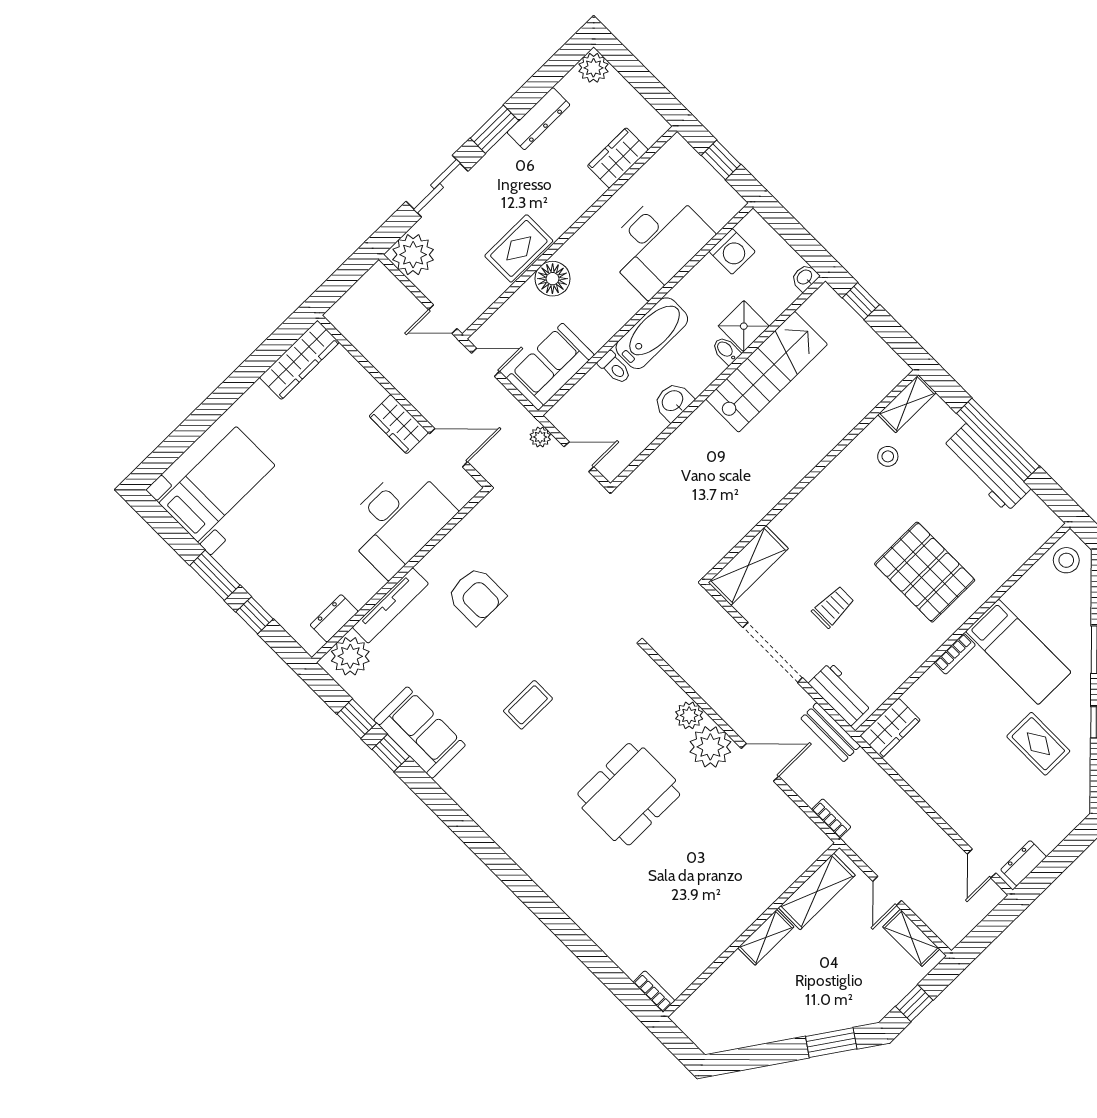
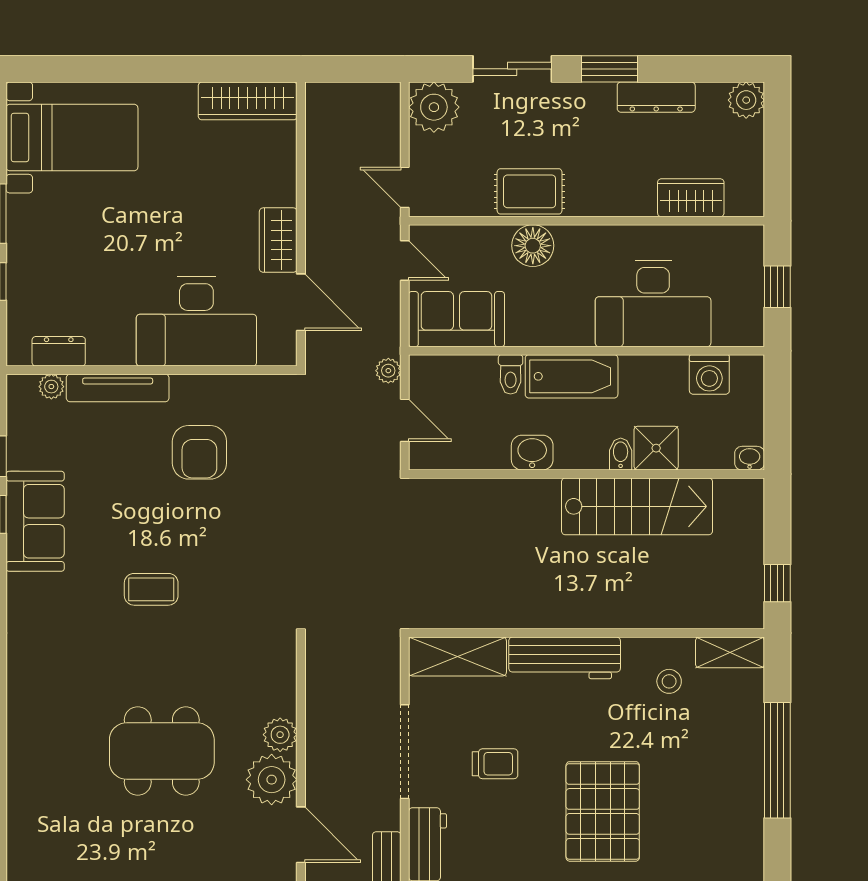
window: (861, 301) -> (777, 583), moved
workbench: (986, 468) -> (565, 658), moved, turned -90
plant: (350, 656) -> (51, 387), width x0.53, depth x0.53

